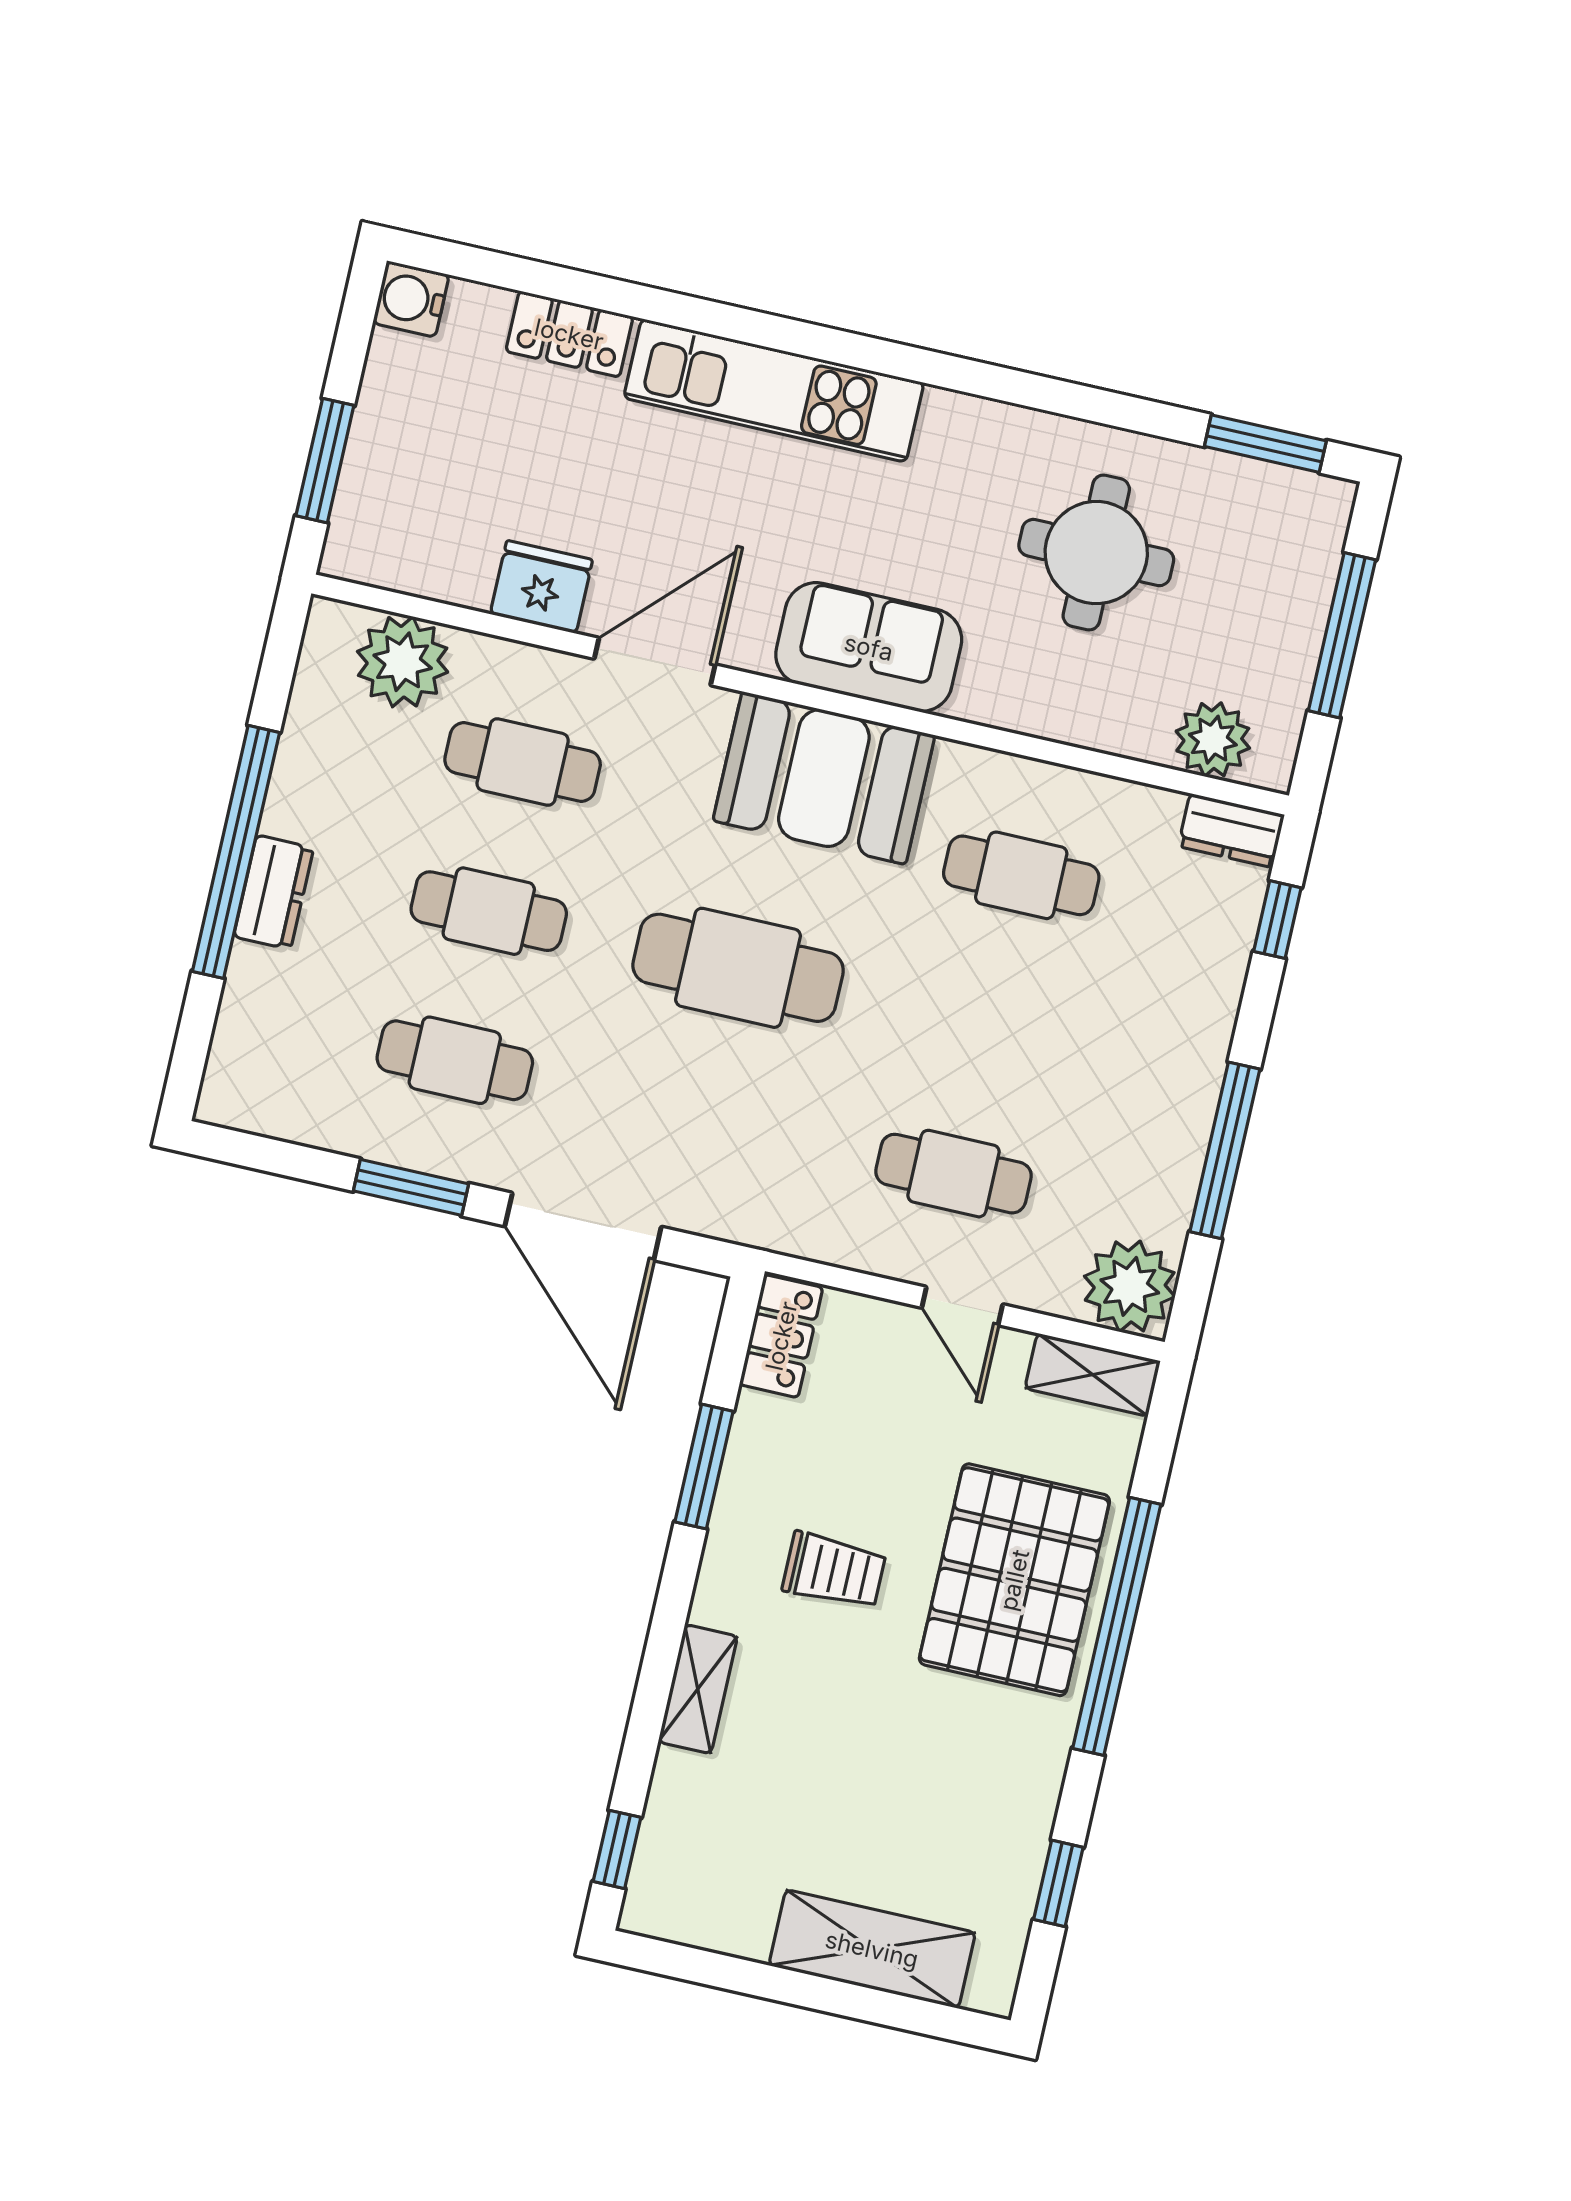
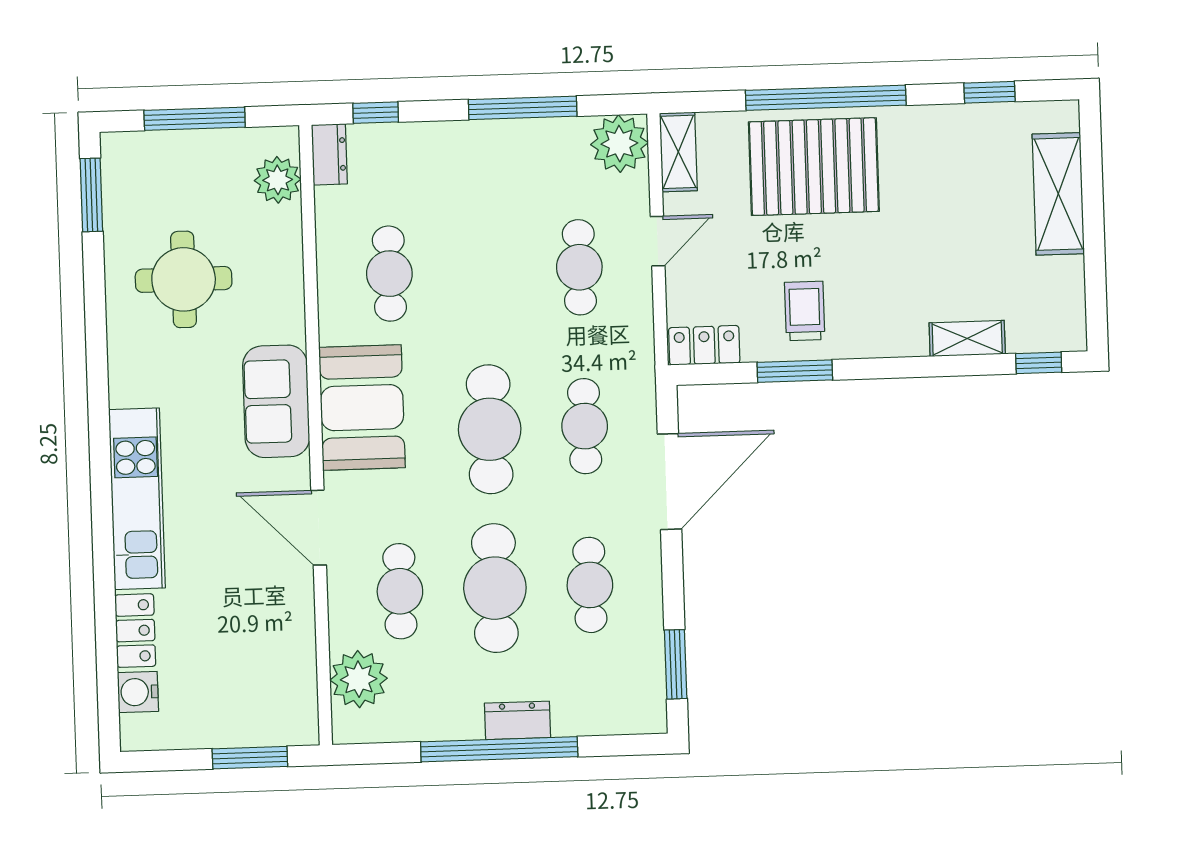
water cooler: (411, 299) -> (138, 692), moved, turned 90
fridge: (541, 587) -> (292, 608), removed
cafe table: (489, 911) -> (495, 588), width x1.37, depth x1.35
cafe table: (704, 1117) -> (585, 426), added
window: (411, 1187) -> (676, 664), moved
trolley: (834, 1571) -> (805, 311), moved
shelving: (698, 1689) -> (967, 338), moved

